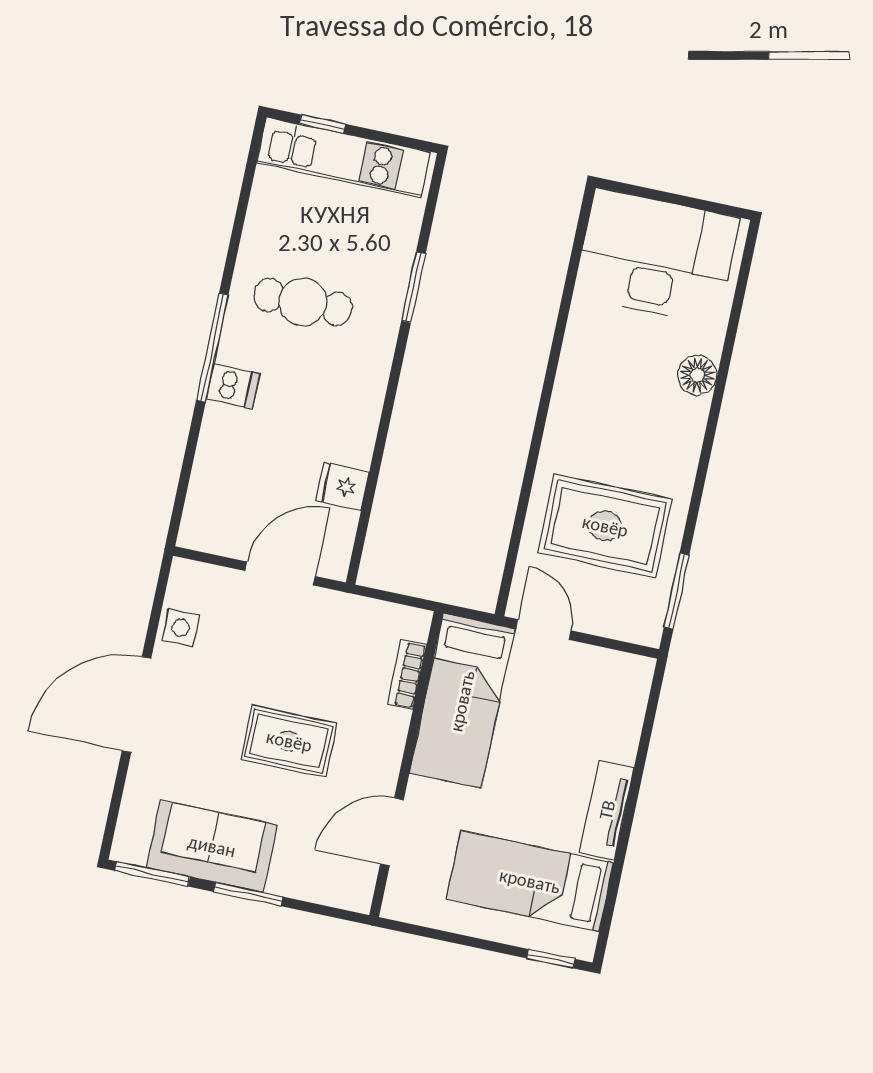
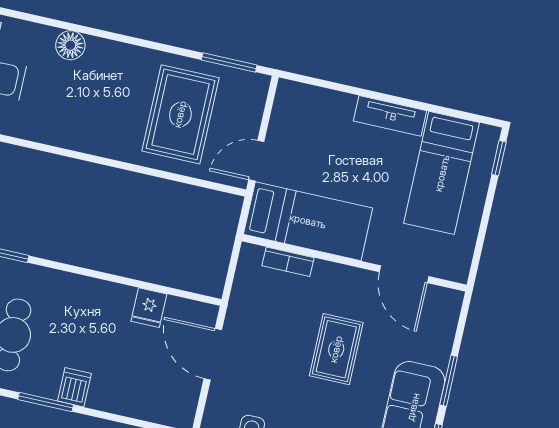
window: (212, 348) -> (46, 402), width x0.69

